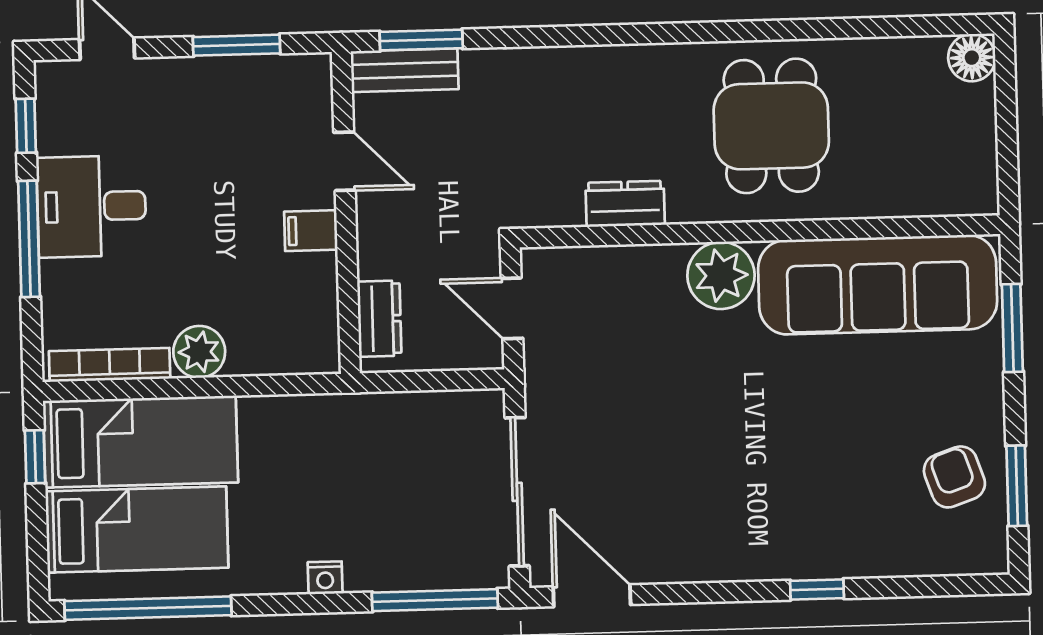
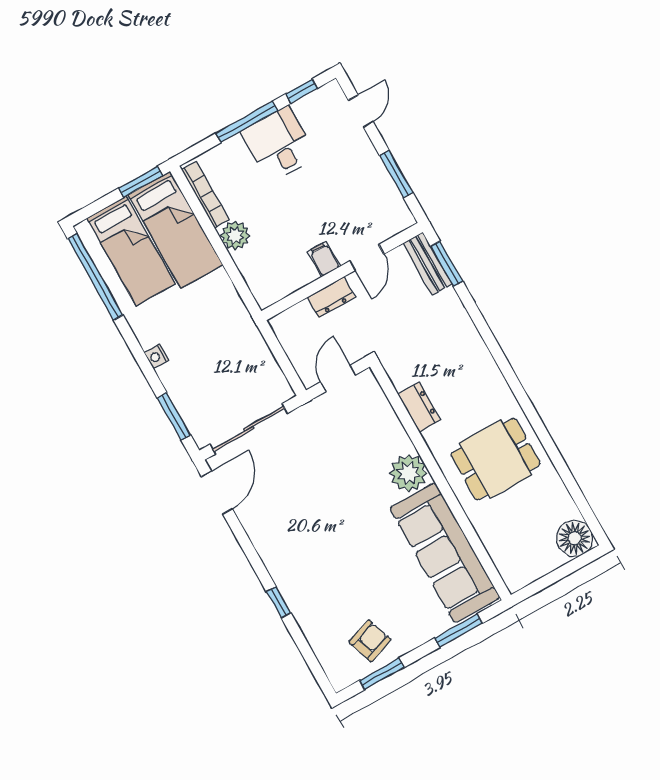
floor lamp: (972, 58) -> (575, 538), width x1.38, depth x1.38
dresser: (379, 319) -> (331, 297), moved
window: (35, 457) -> (141, 182), width x1.50
window: (435, 600) -> (174, 416), width x0.69

